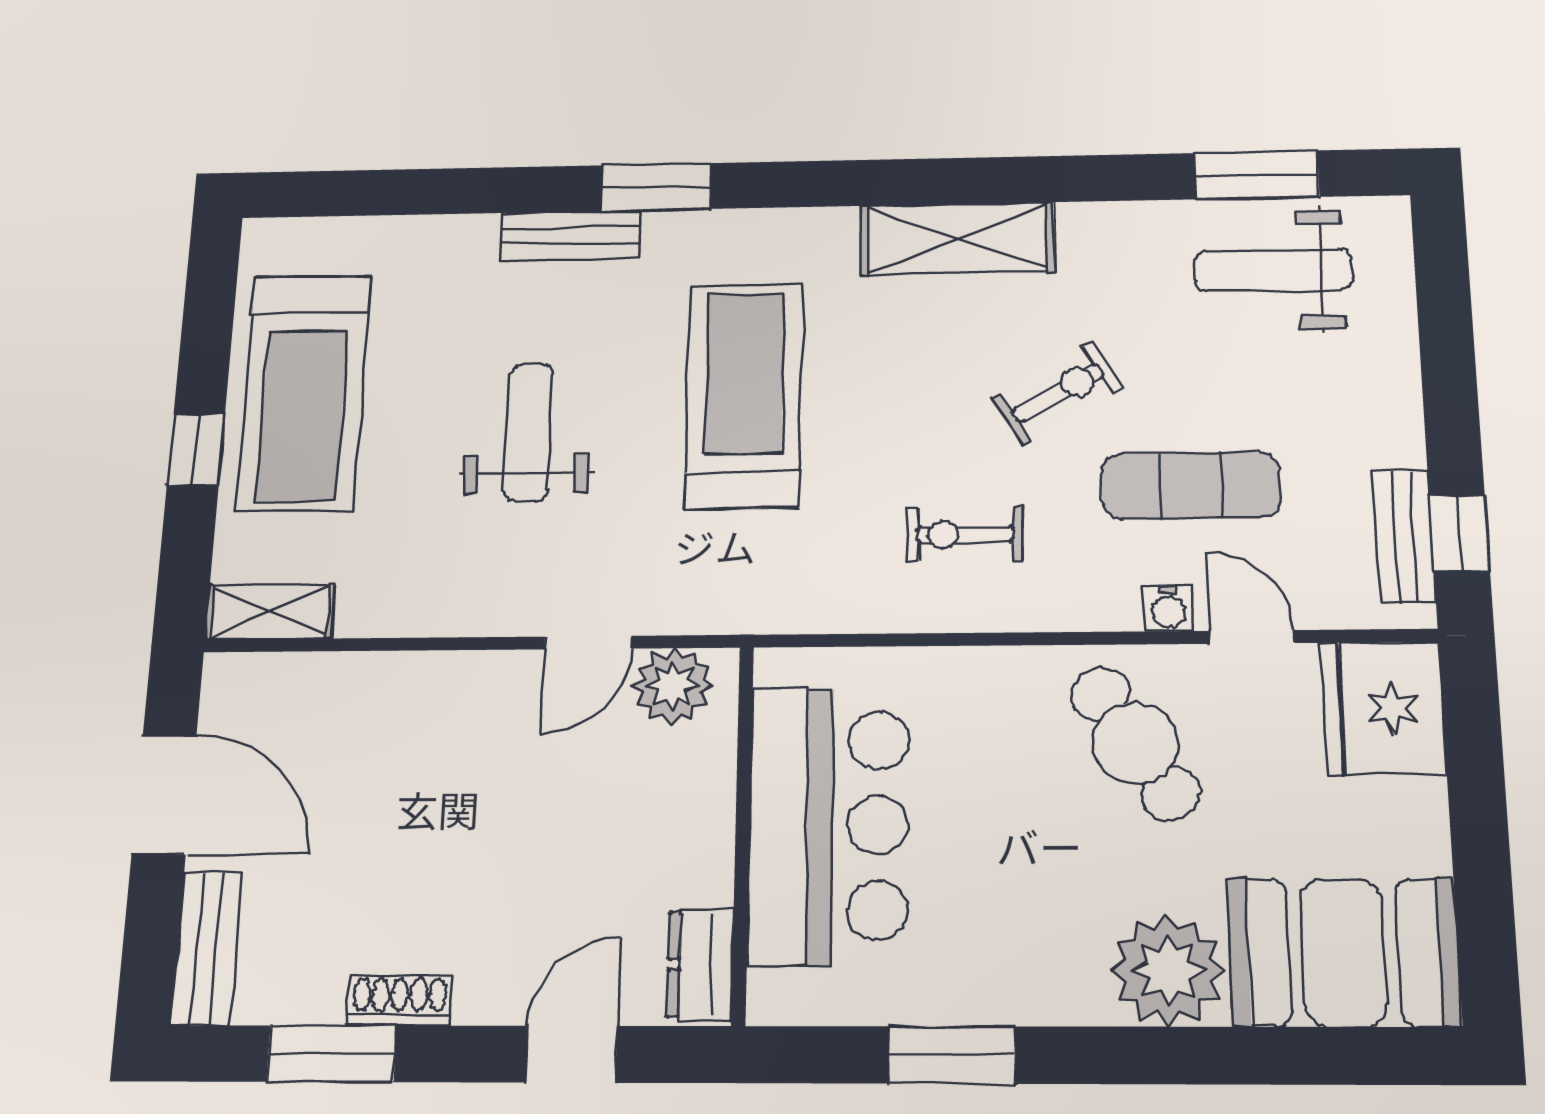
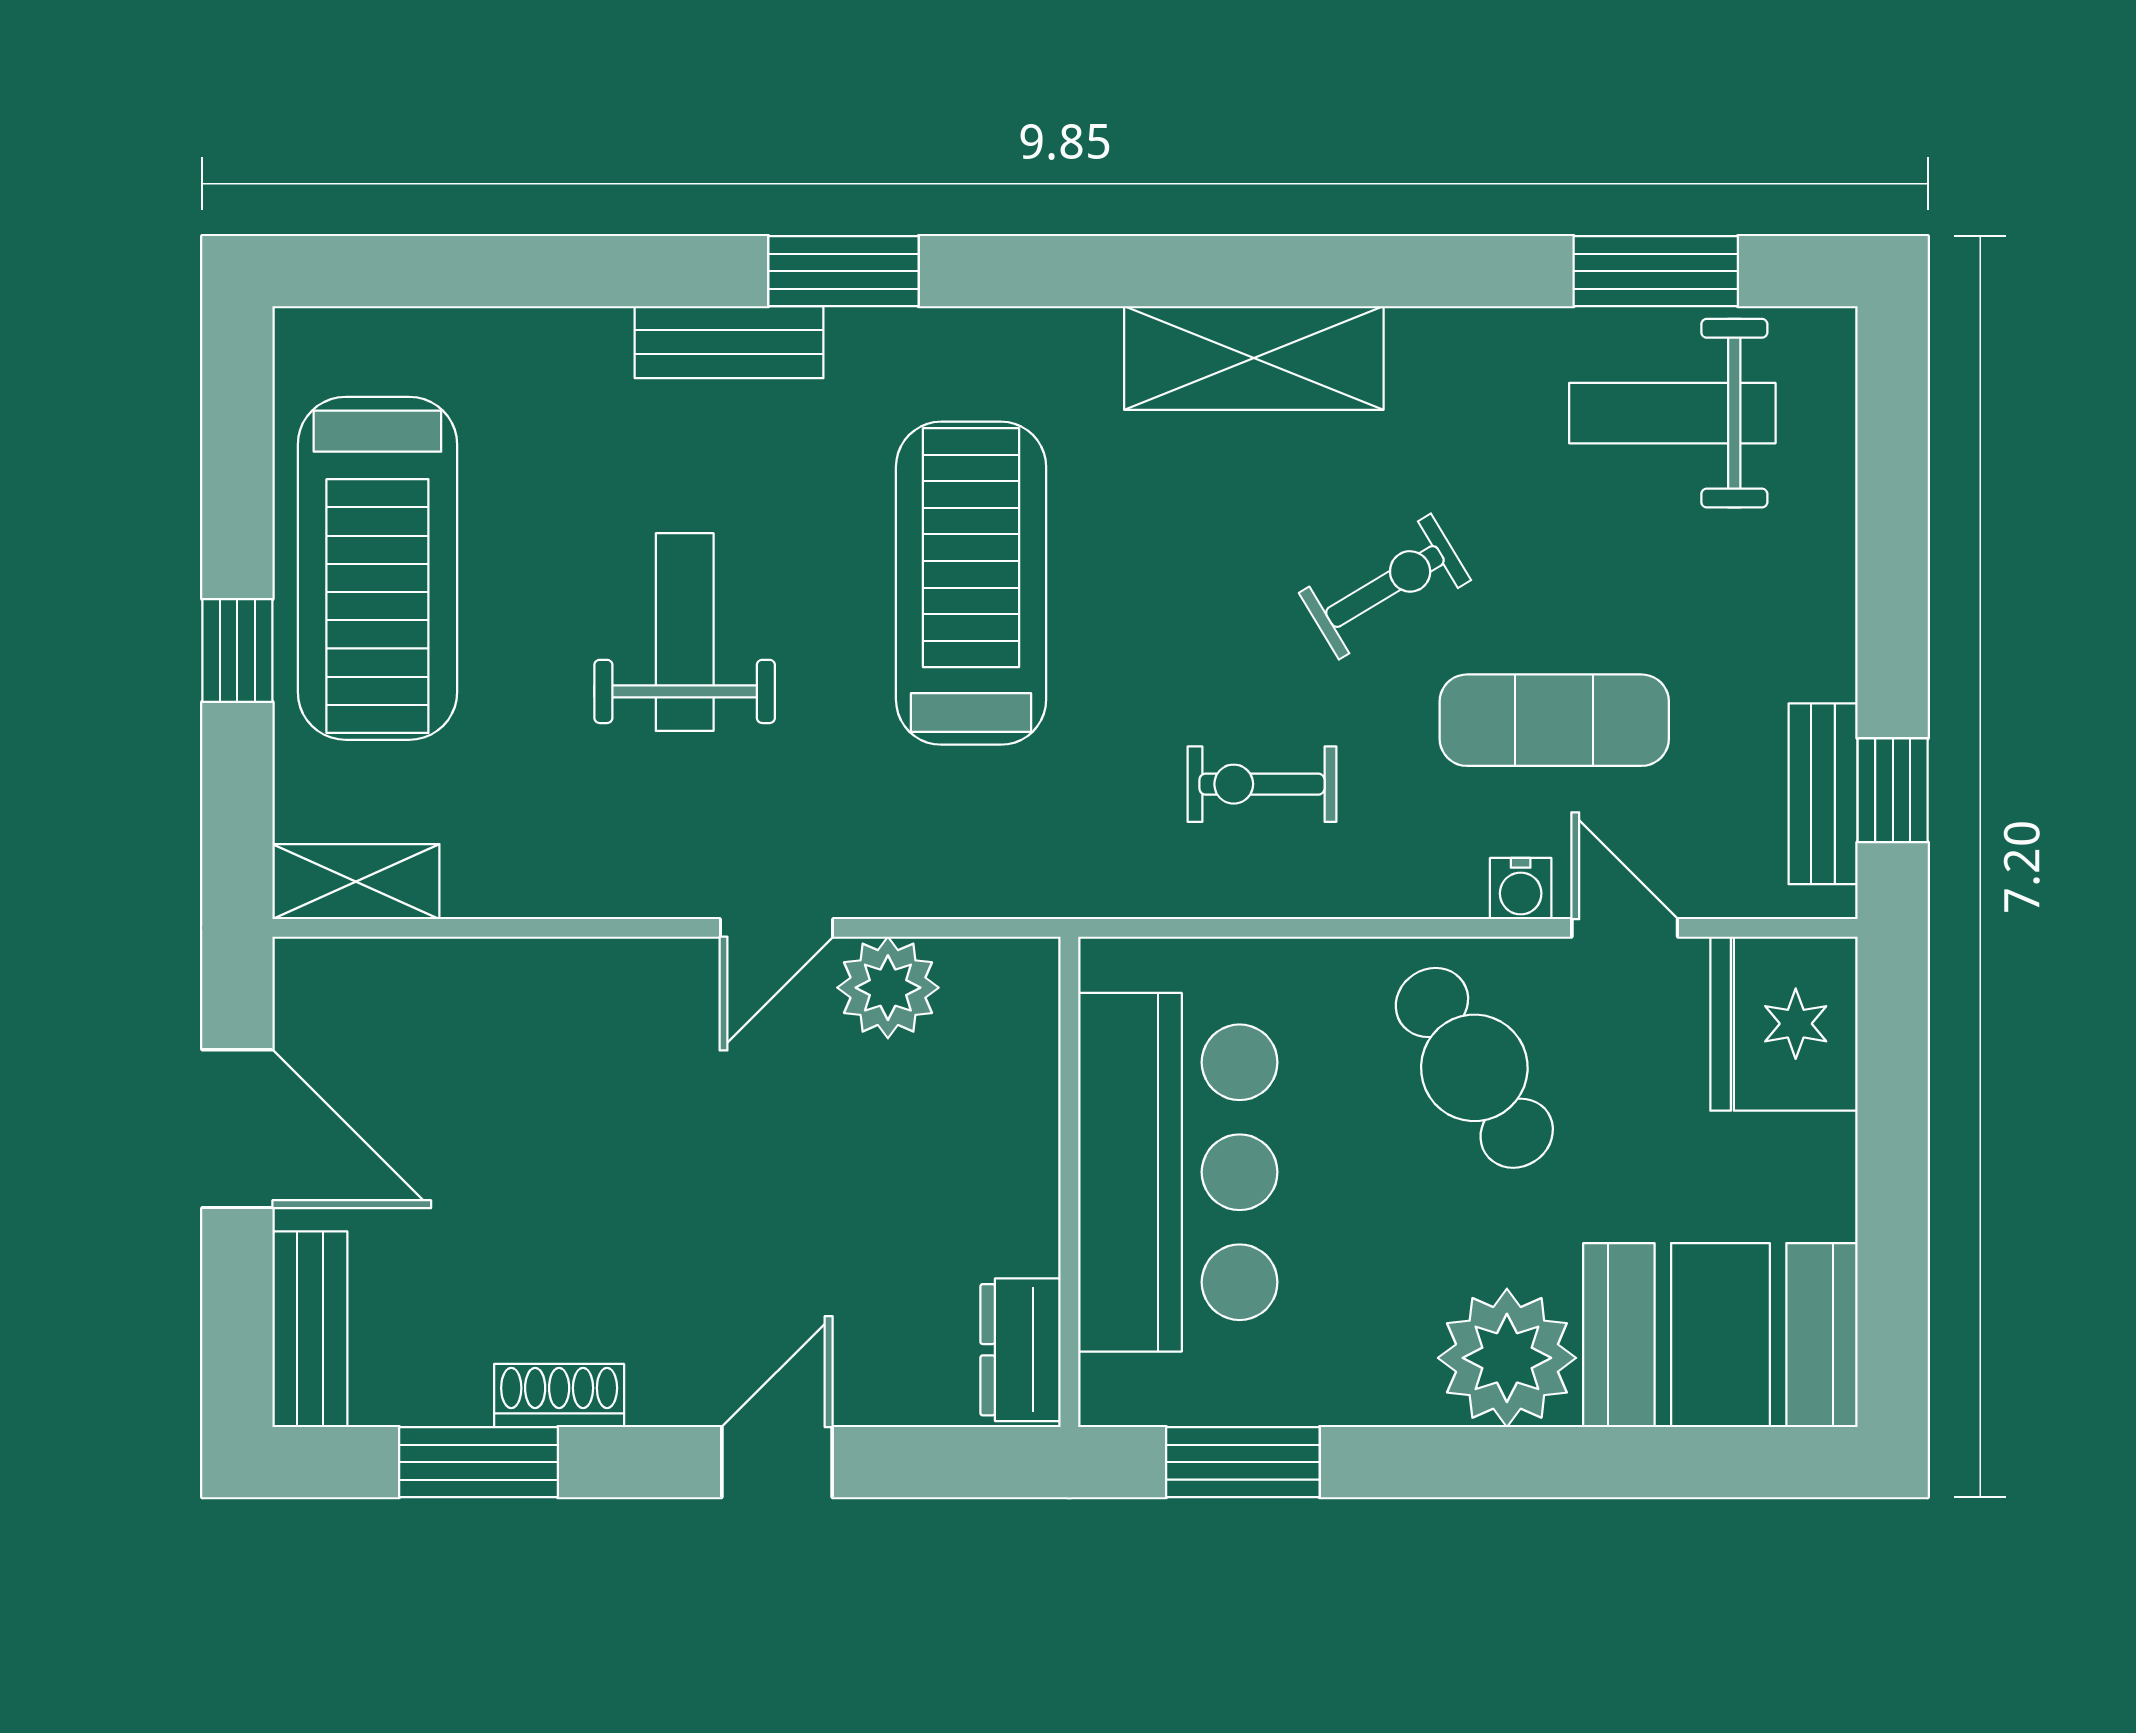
bar counter: (829, 825) -> (1178, 1172), moved
wall: (743, 833) -> (1069, 1182), moved
dresser: (700, 964) -> (1021, 1350), moved

